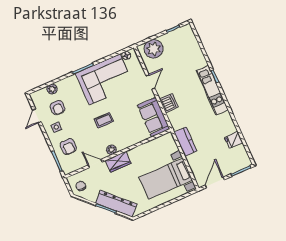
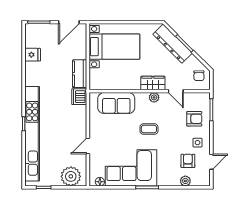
kitchen unit: (212, 90) -> (32, 134), width x1.86
dishwasher: (169, 103) -> (79, 97), moved
sofa: (154, 117) -> (116, 103), moved, turned 90
armchair: (68, 147) -> (194, 119), turned 90

